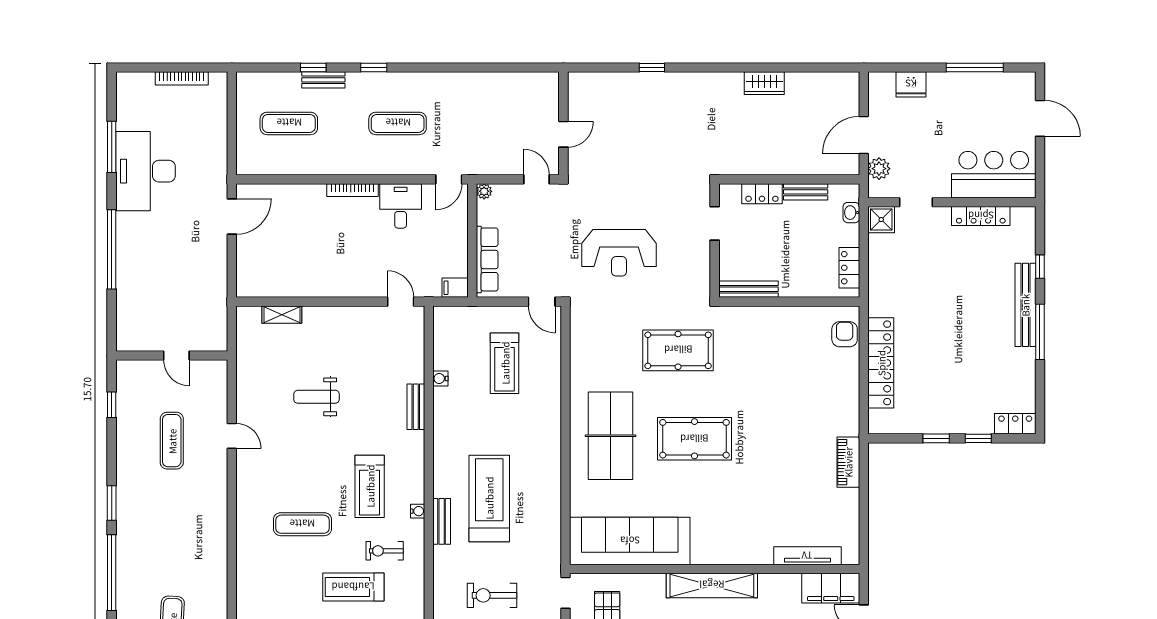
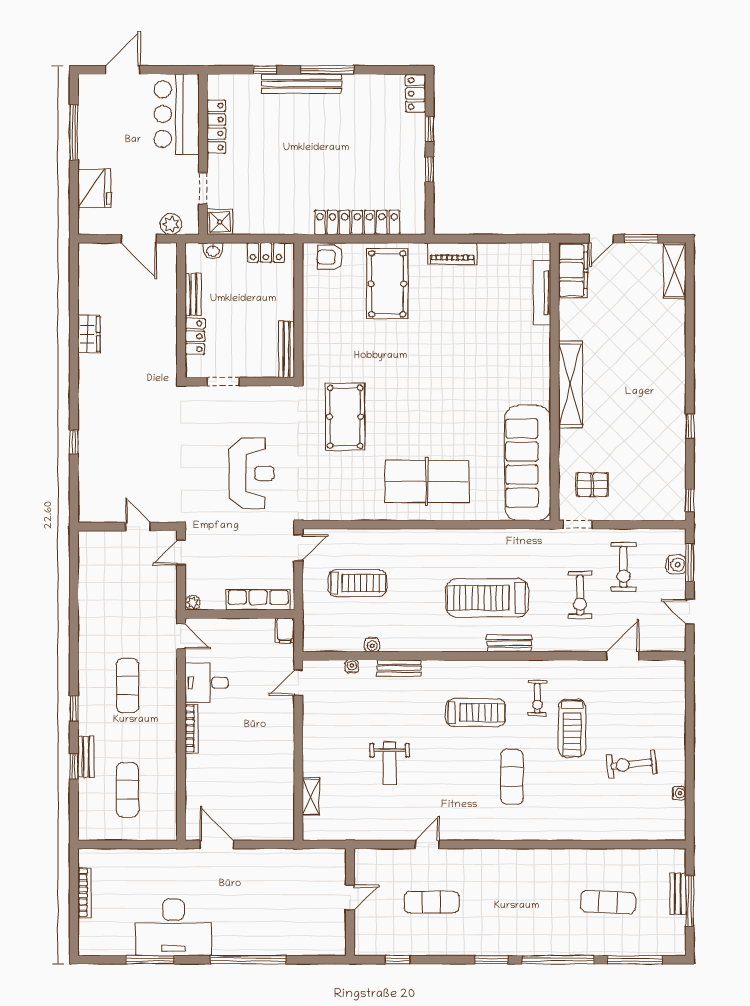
fridge: (911, 84) -> (94, 188), width x1.36, depth x1.34
pool table: (694, 439) -> (387, 284), moved
water cooler: (418, 511) -> (352, 666), moved

